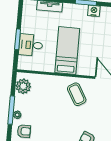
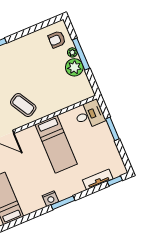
desk: (31, 45) -> (89, 115), moved
plant: (23, 86) -> (74, 67), moved

